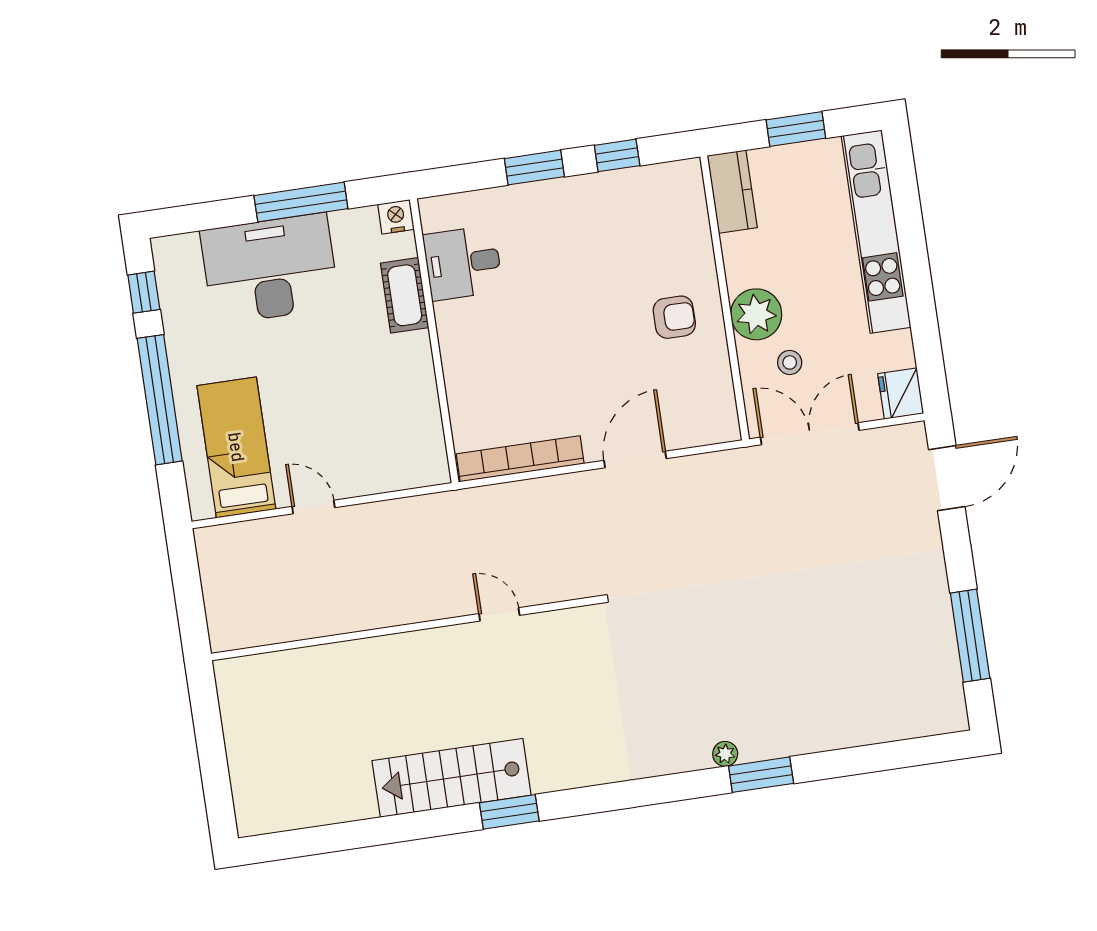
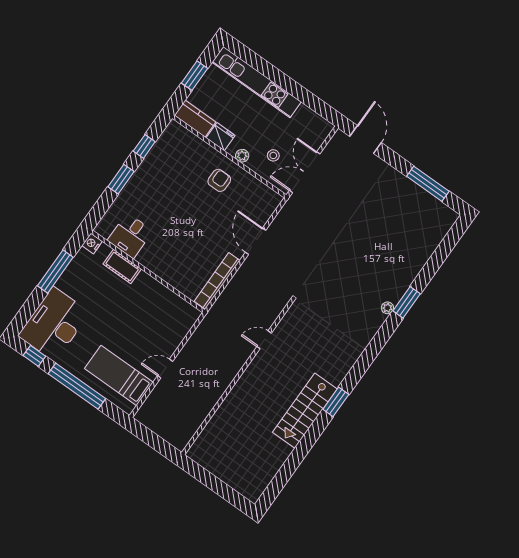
desk: (270, 269) -> (54, 324), moved
plant: (756, 314) -> (242, 156), width x0.53, depth x0.53
fridge: (901, 394) -> (221, 137), moved, turned 180

